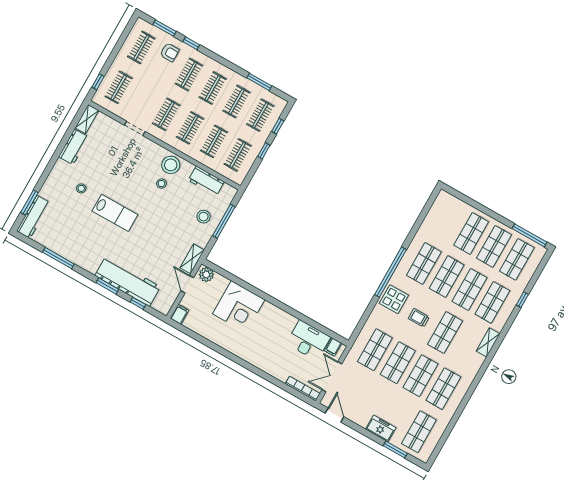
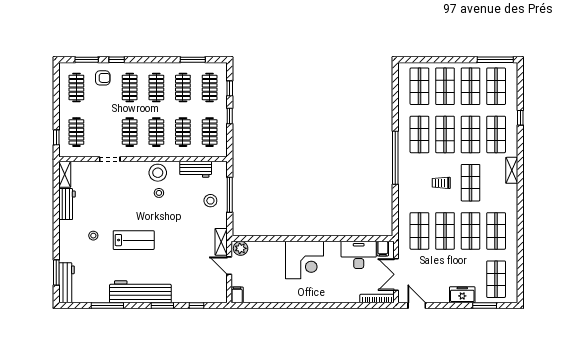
shop shelf: (448, 220) -> (419, 86), added
workbench: (128, 281) -> (140, 292), moved
display table: (394, 299) -> (411, 179), removed
corner desk: (239, 307) -> (304, 260), moved

